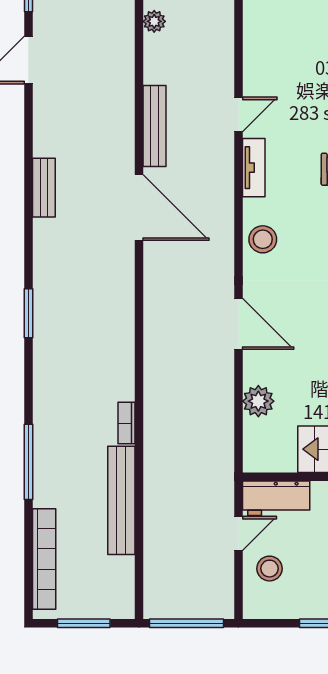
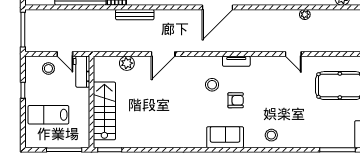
door: (238, 114) -> (293, 54), moved
bench: (154, 126) -> (135, 15), moved
stool: (263, 239) -> (212, 85), moved

